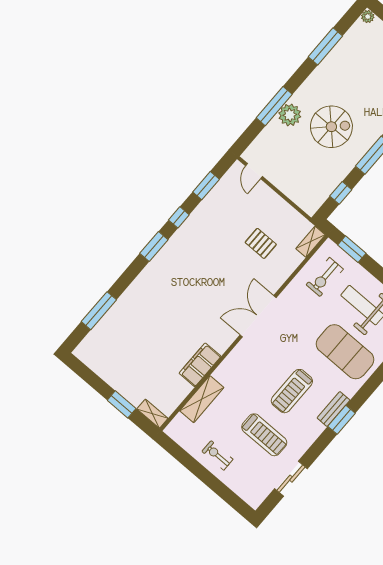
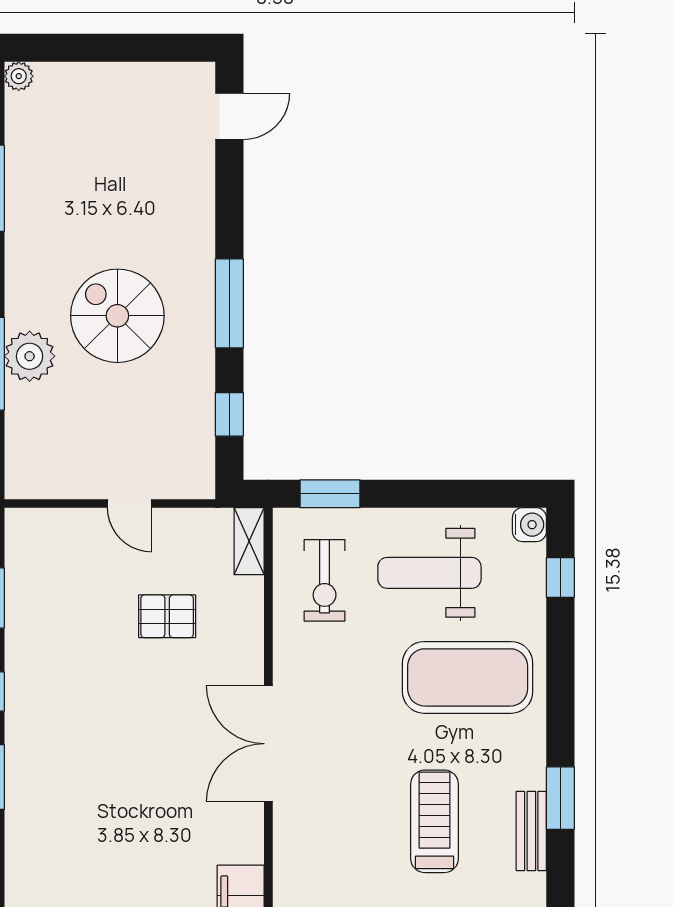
spiral stairs: (331, 127) -> (117, 316), turned -90
door: (254, 171) -> (130, 503), moved
treadmill: (292, 391) -> (435, 821), turned 180
bench: (333, 409) -> (531, 831), moved

